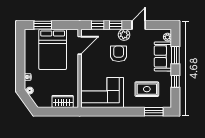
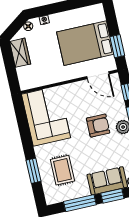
window: (43, 25) -> (117, 46), moved
window: (175, 81) -> (80, 203), width x2.17
wardrobe: (63, 101) -> (20, 53), moved
window: (154, 112) -> (34, 171), moved

